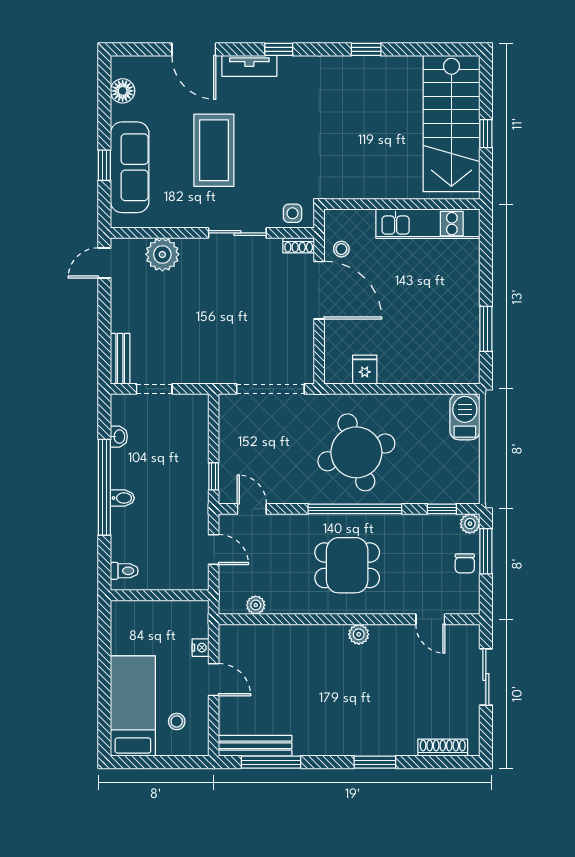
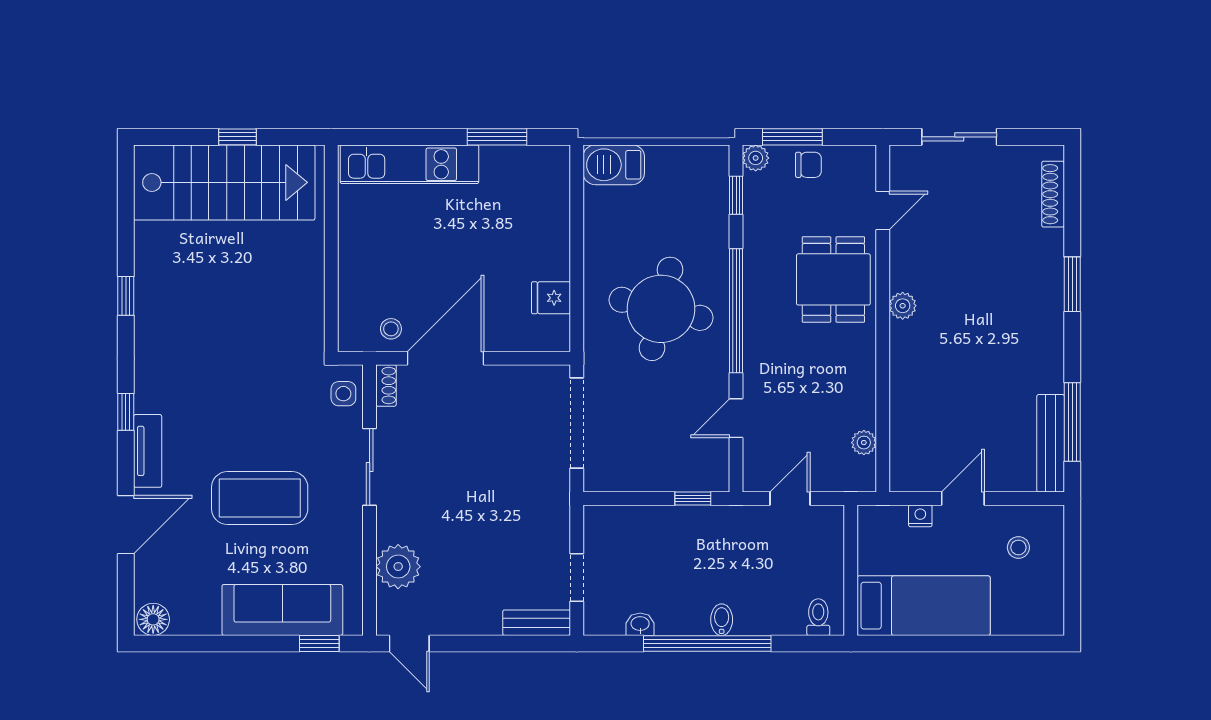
floor lamp: (123, 91) -> (153, 619), moved
window: (104, 165) -> (319, 643), moved
kitchen unit: (428, 224) -> (409, 164), moved, turned 90
round table: (356, 452) -> (661, 309), turned 30
door: (252, 509) -> (736, 418), moved
dining table: (347, 565) -> (833, 279), moved
bed: (133, 706) -> (924, 606), moved, turned 180

